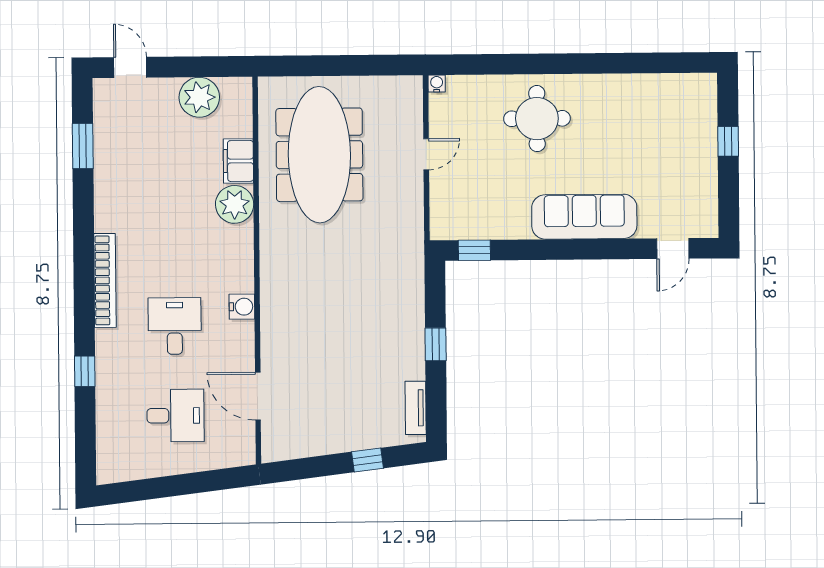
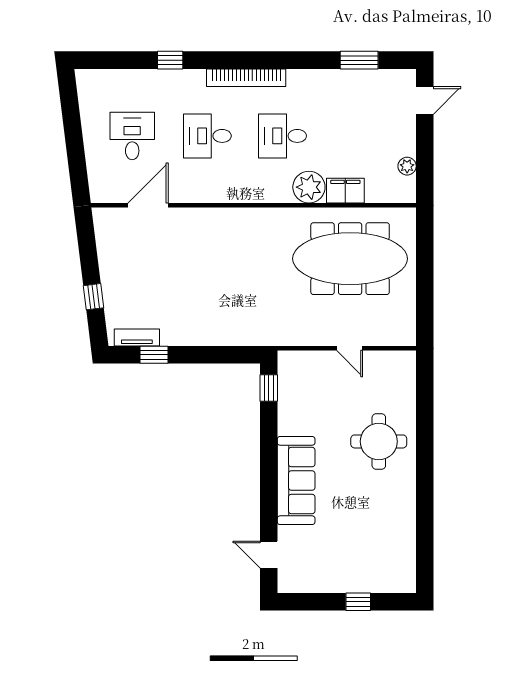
water cooler: (437, 84) -> (409, 358), removed
plant: (199, 97) -> (407, 166), width x0.53, depth x0.53
desk: (174, 237) -> (282, 136), added
water cooler: (242, 307) -> (223, 193), removed
desk: (175, 326) -> (207, 136), turned 180
window: (436, 344) -> (154, 355), moved
desk: (175, 416) -> (132, 136), turned 180

